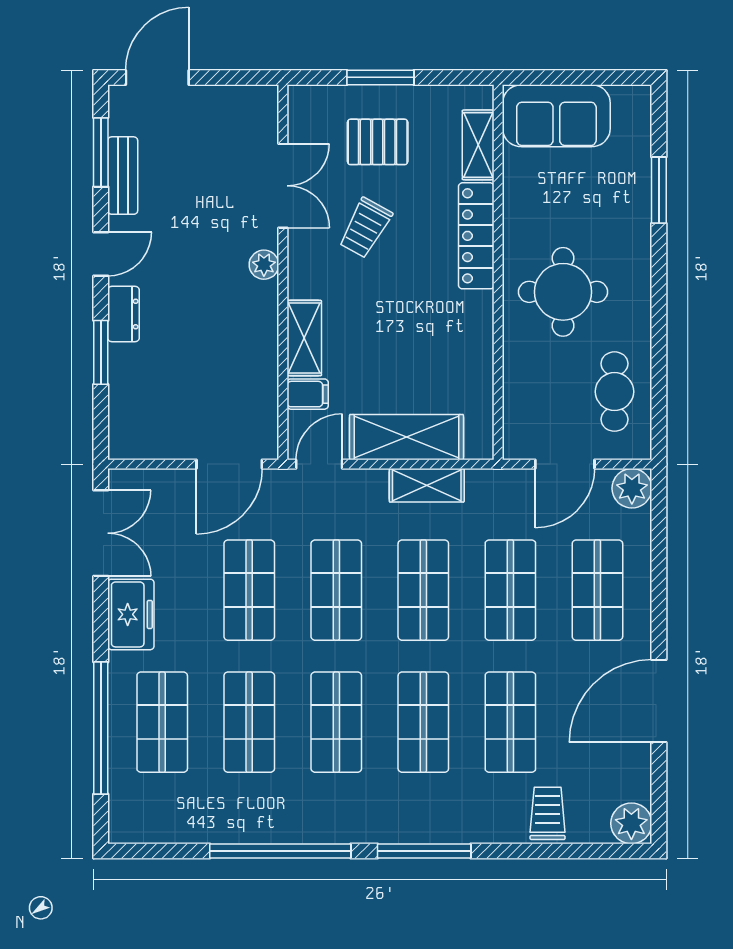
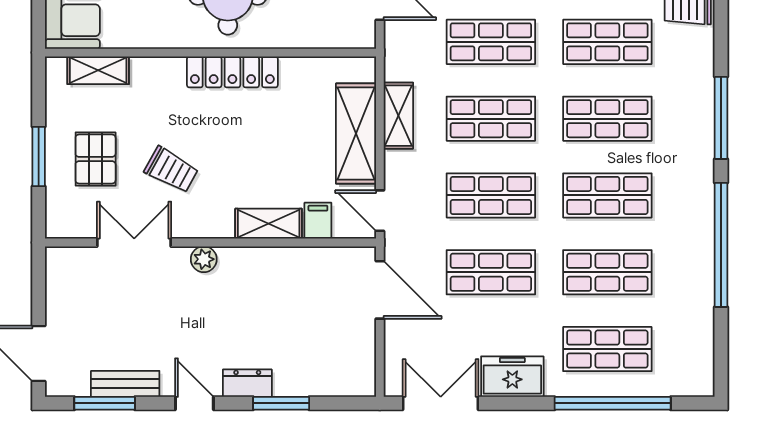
locker: (476, 236) -> (232, 72), moved

